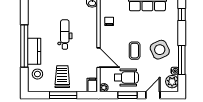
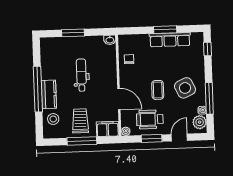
wheelchair: (126, 77) -> (150, 119), turned 180
filing cabinet: (92, 85) -> (108, 129), width x2.00

